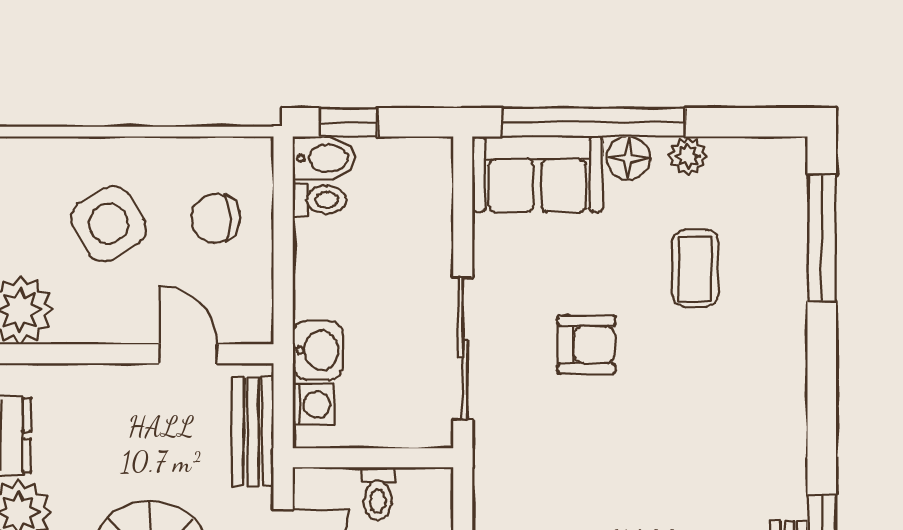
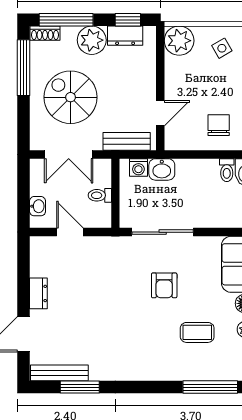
side table: (108, 224) -> (222, 48), moved, width x0.54, depth x0.54

